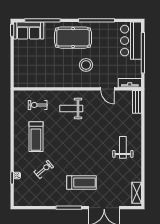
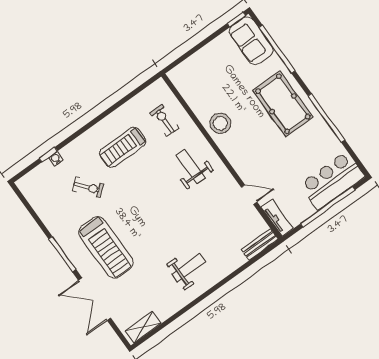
stool: (86, 65) -> (220, 123), moved
door: (107, 89) -> (249, 195), swing flipped
treadmill: (82, 182) -> (106, 247), width x1.37, depth x1.38

